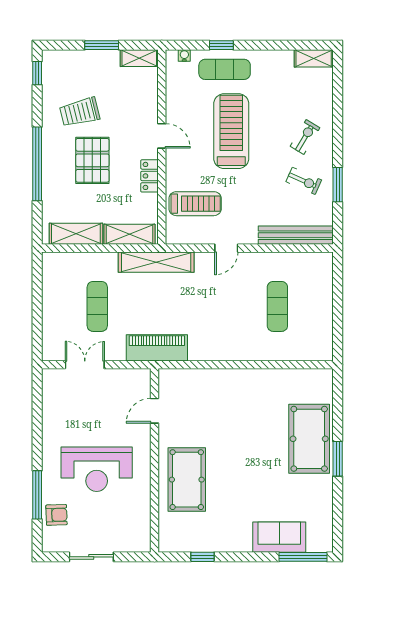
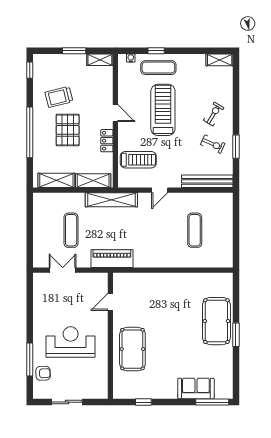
reception desk: (97, 469) -> (71, 342), turned 180

